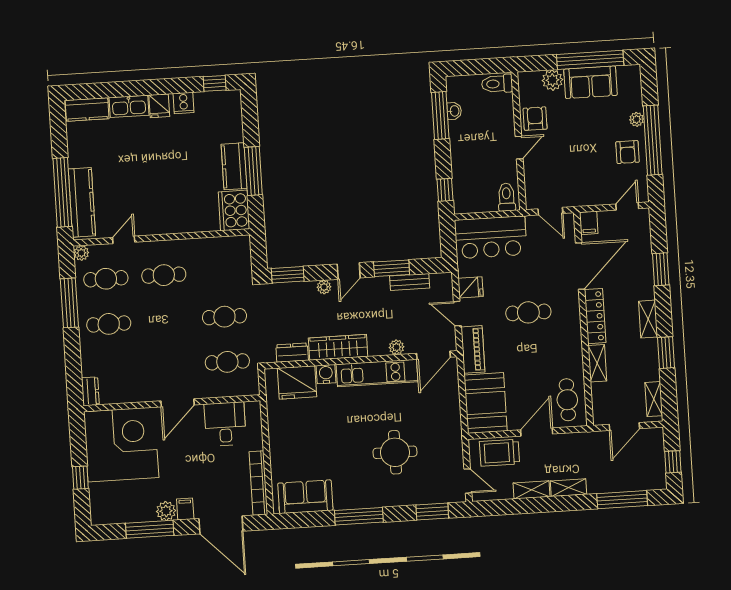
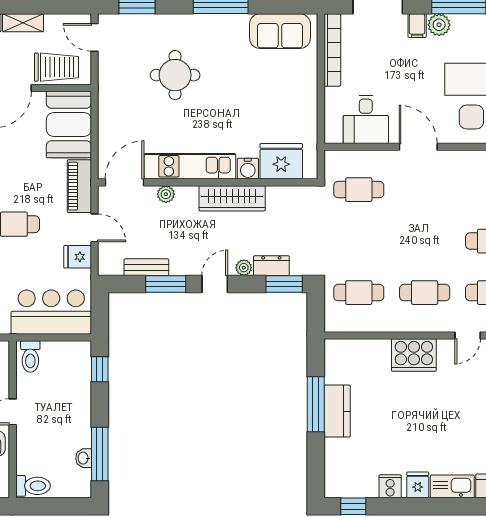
cooker: (234, 210) -> (414, 355), moved, turned 90
cafe table: (224, 317) -> (359, 293), moved
dresser: (292, 353) -> (271, 266), moved, turned 180
door: (178, 403) -> (418, 147), hinge flipped

